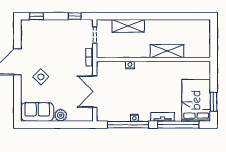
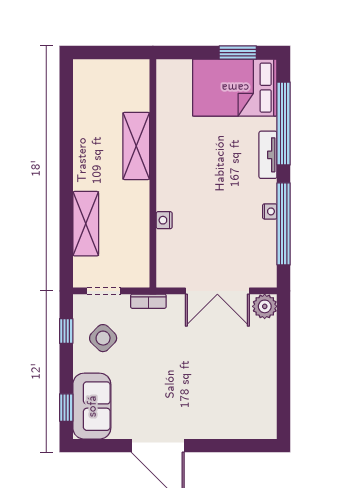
side table: (41, 77) -> (103, 338), moved
sofa: (37, 112) -> (92, 406), moved, turned 180
plant: (61, 115) -> (265, 306), moved

